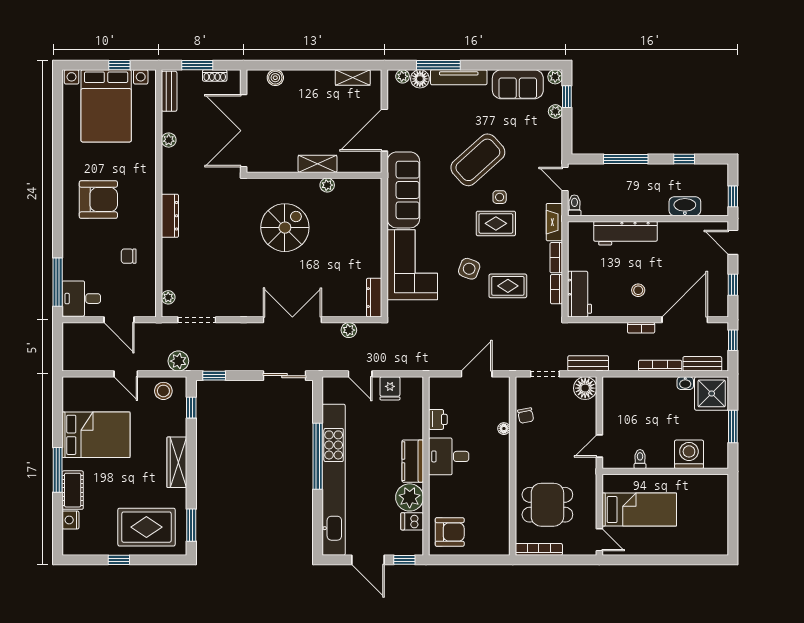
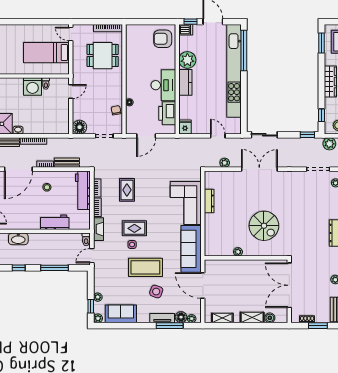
tv unit: (459, 77) -> (162, 318), width x0.71
door: (384, 130) -> (203, 286), swing flipped
double door: (244, 131) -> (289, 285), swing flipped
coffee table: (478, 160) -> (145, 267), turned 42
shelving: (317, 164) -> (252, 317), moved
door: (565, 179) -> (92, 256), swing flipped
spiral stairs: (285, 228) -> (264, 226), turned -90
workbench: (625, 233) -> (55, 222), width x0.73
side table: (469, 269) -> (156, 292), moved
rug: (508, 286) -> (127, 190), turned 90
workbench: (580, 294) -> (83, 190), width x1.38
dresser: (374, 298) -> (209, 201), moved
double door: (292, 320) -> (259, 169), swing flipped
bench: (588, 363) -> (67, 163), moved
fridge: (390, 388) -> (185, 127), moved
printer: (438, 419) -> (167, 113), width x1.87, depth x1.48
washing machine: (689, 454) -> (32, 86), moved
window: (318, 456) -> (244, 50), moved
desk: (449, 456) -> (163, 85), width x1.37
dishwasher: (412, 521) -> (186, 30), moved

